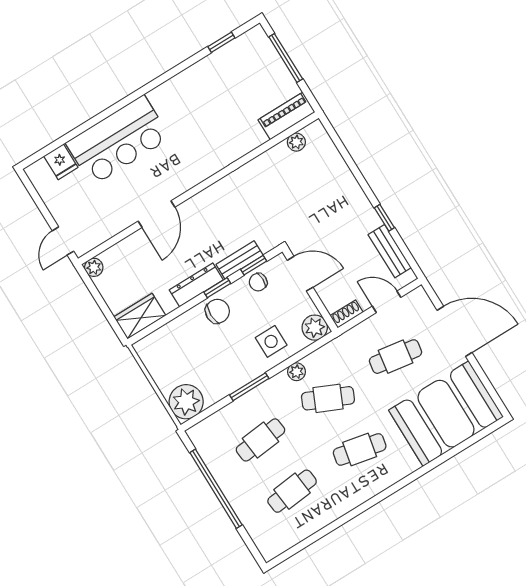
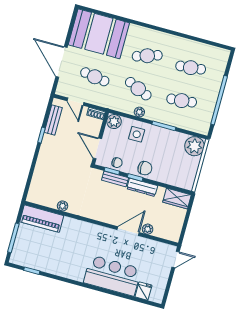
piano: (287, 116) -> (42, 219), width x1.37, depth x1.33
plant: (296, 142) -> (63, 206), moved
plant: (94, 267) -> (148, 229), moved
chair: (217, 311) -> (145, 168), turned 180
cafe table: (360, 449) -> (147, 56), turned -30

